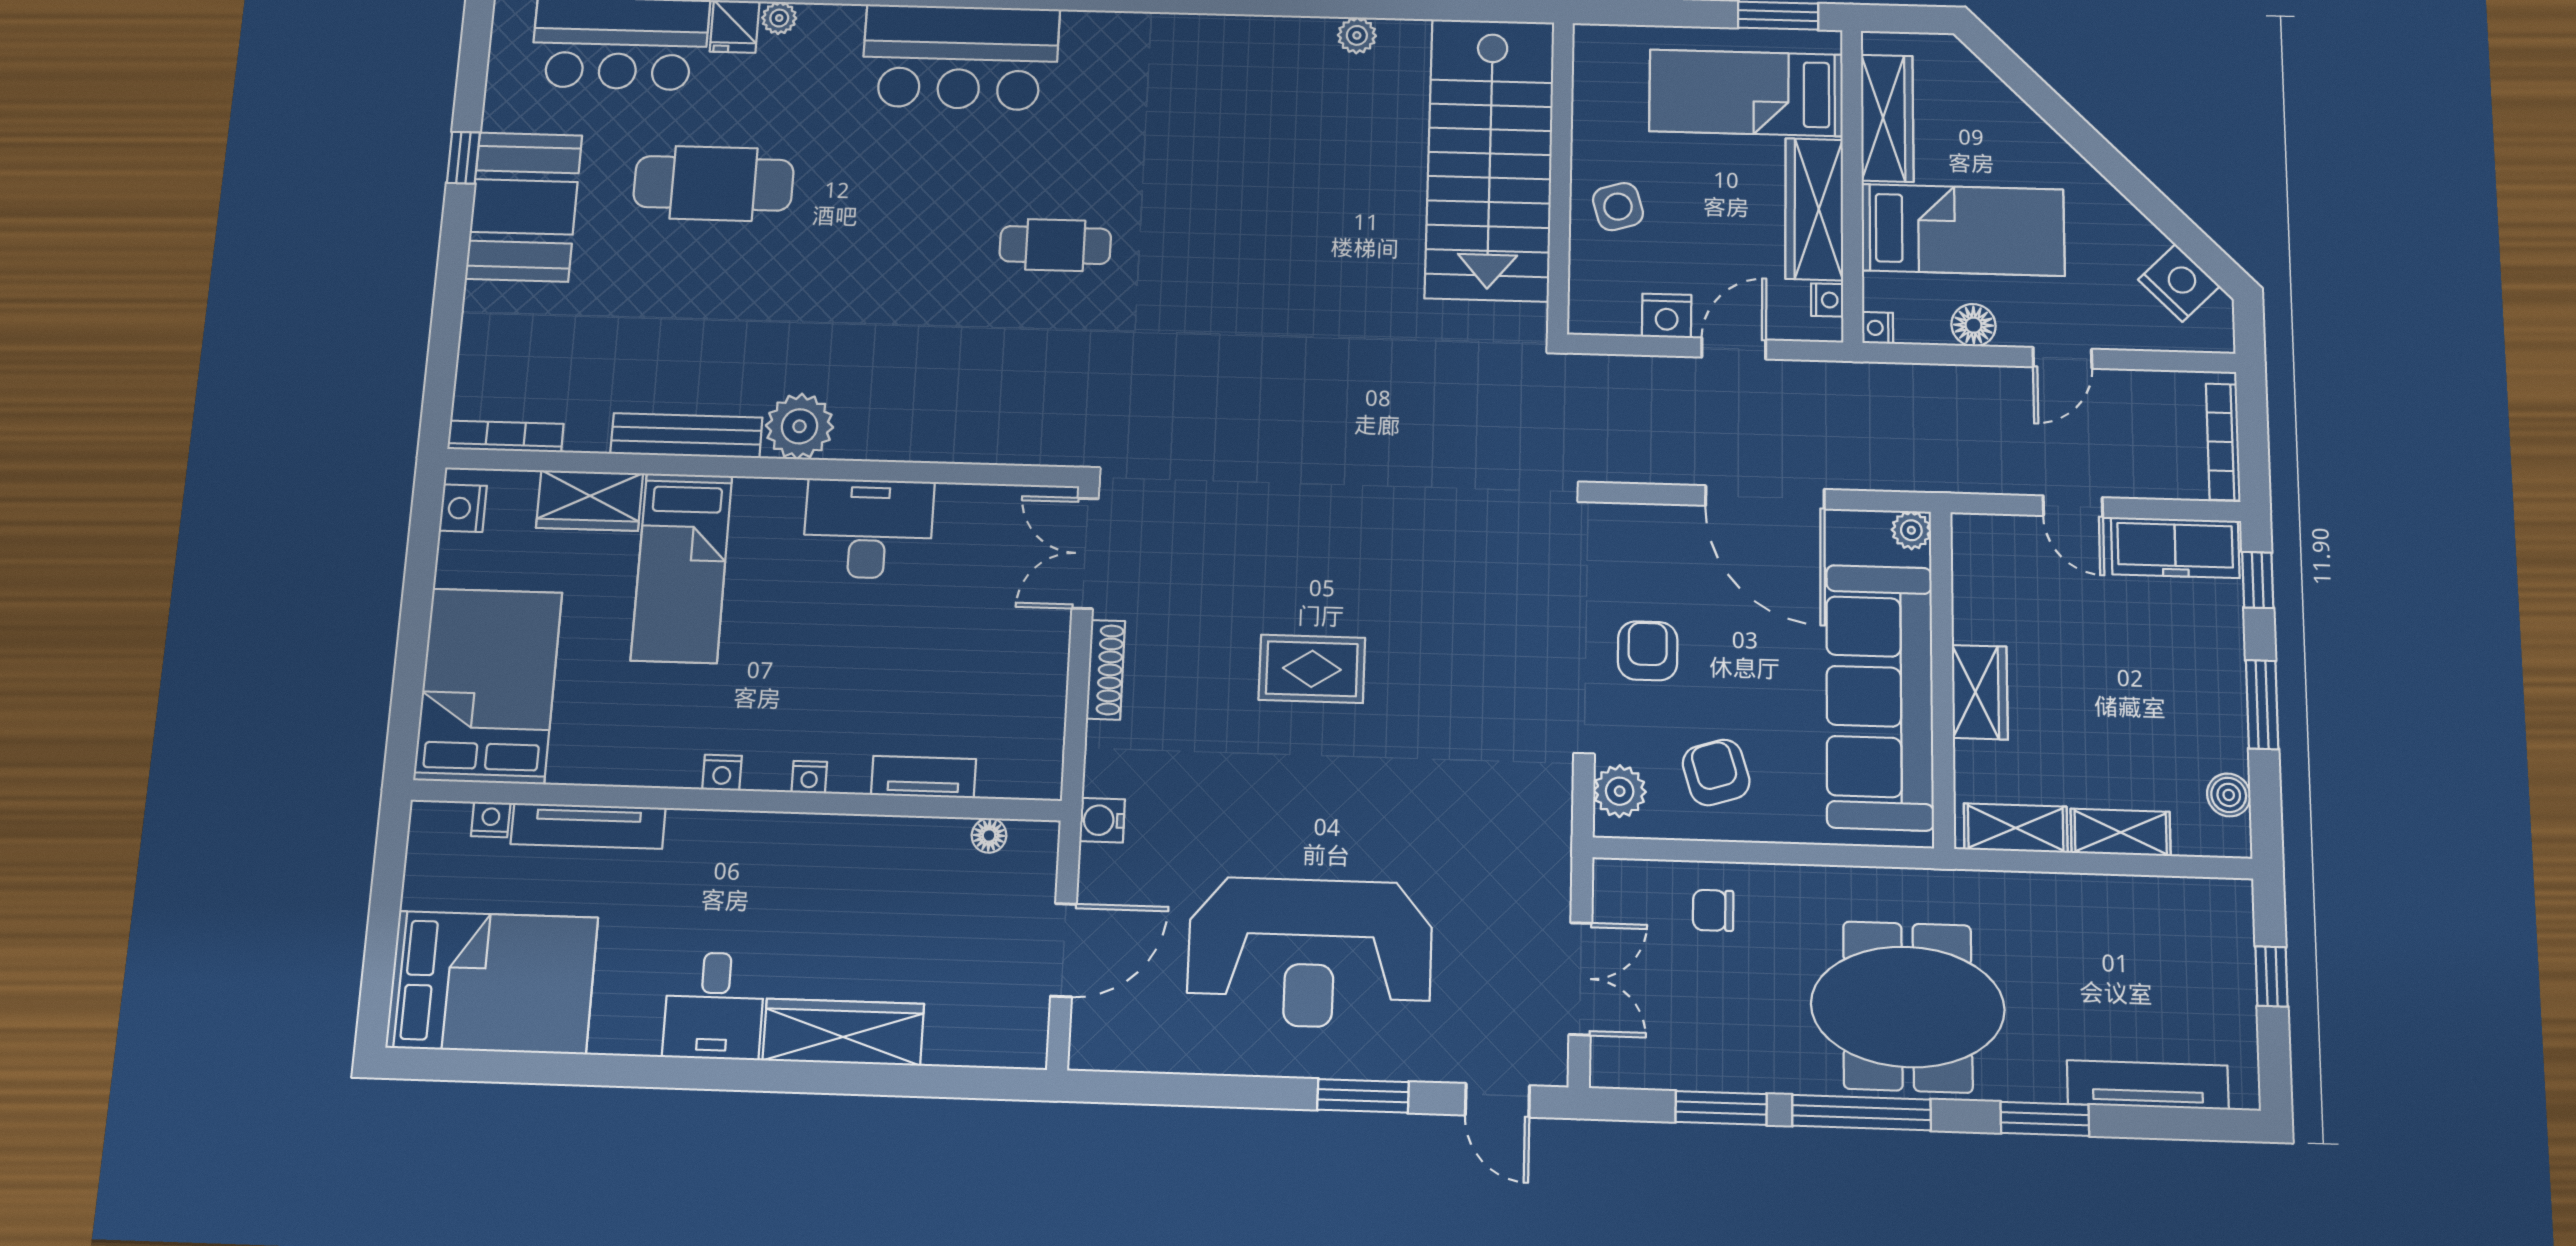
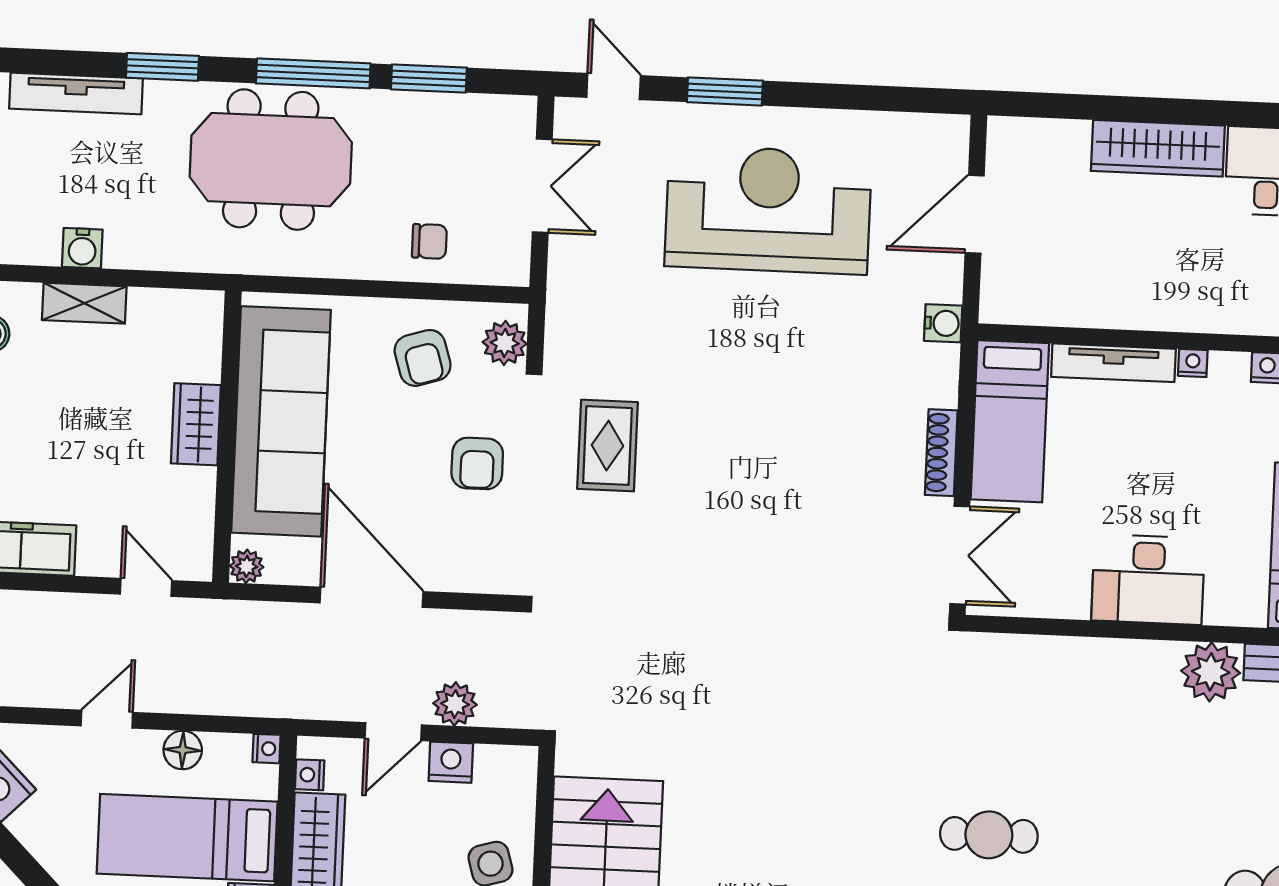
plant: (1664, 380) -> (455, 704), added
door: (2073, 507) -> (146, 587), moved
rug: (1312, 669) -> (607, 446), moved, turned 90
bed: (1025, 707) -> (1010, 421), added
tv unit: (923, 777) -> (1113, 363), width x1.41
shelving: (2016, 828) -> (172, 308), removed
floor lamp: (989, 835) -> (1039, 311), removed
water cooler: (2127, 898) -> (82, 248), added
double door: (1580, 979) -> (542, 186), swing flipped

